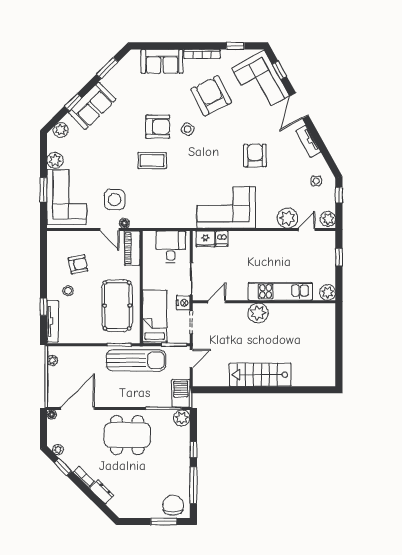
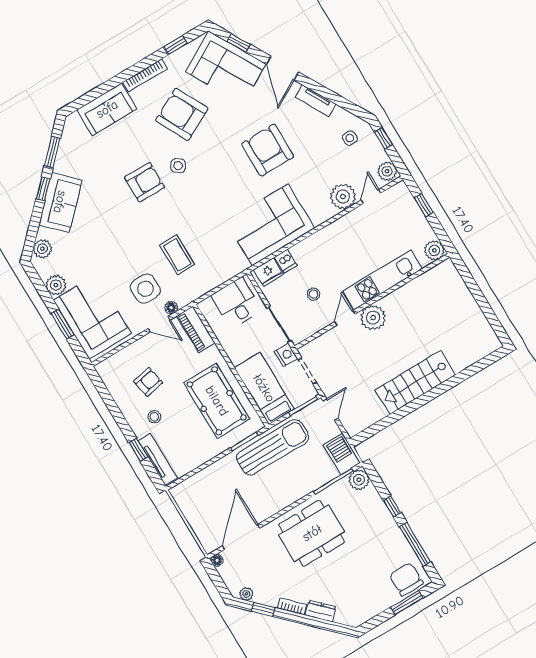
window: (73, 102) -> (43, 189), moved
armchair: (255, 155) -> (268, 150), width x1.36, depth x1.36
coffee table: (152, 161) -> (177, 255), moved, turned 90
stool: (227, 273) -> (313, 294), added
door: (217, 302) -> (345, 318), moved
plant: (52, 360) -> (183, 502), removed

